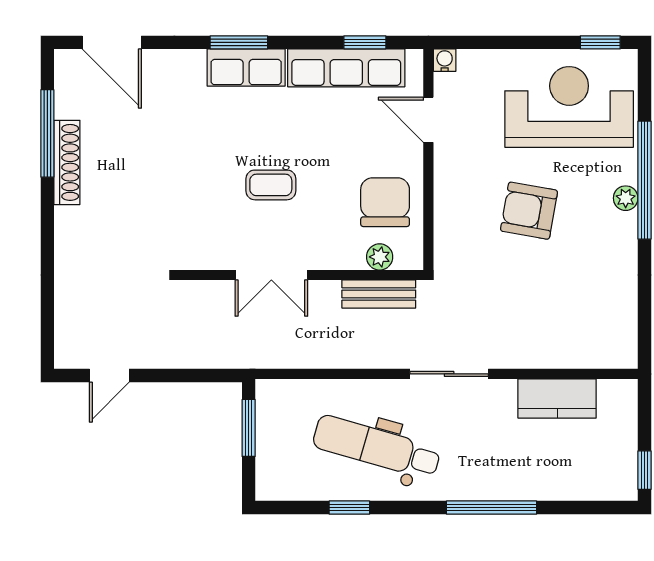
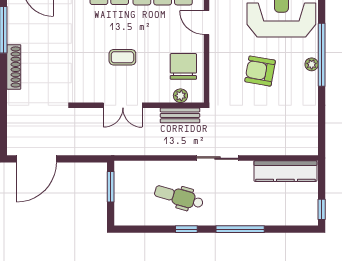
shoe rack: (67, 162) -> (14, 67), moved
door: (109, 376) -> (36, 159), width x1.88
kitchen counter: (557, 398) -> (285, 171), width x1.50
dental chair: (377, 447) -> (179, 197), width x0.73, depth x0.72
window: (349, 508) -> (186, 229), moved

